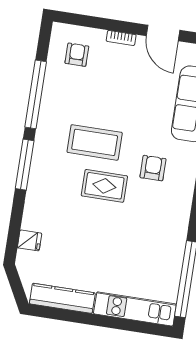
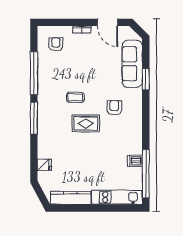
coffee table: (95, 142) -> (75, 97), width x0.54, depth x0.58
dishwasher: (172, 256) -> (135, 161), added

